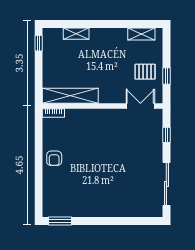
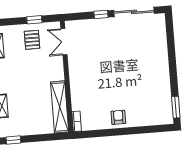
window: (166, 135) -> (101, 14), moved
armchair: (54, 158) -> (118, 117), turned -90

